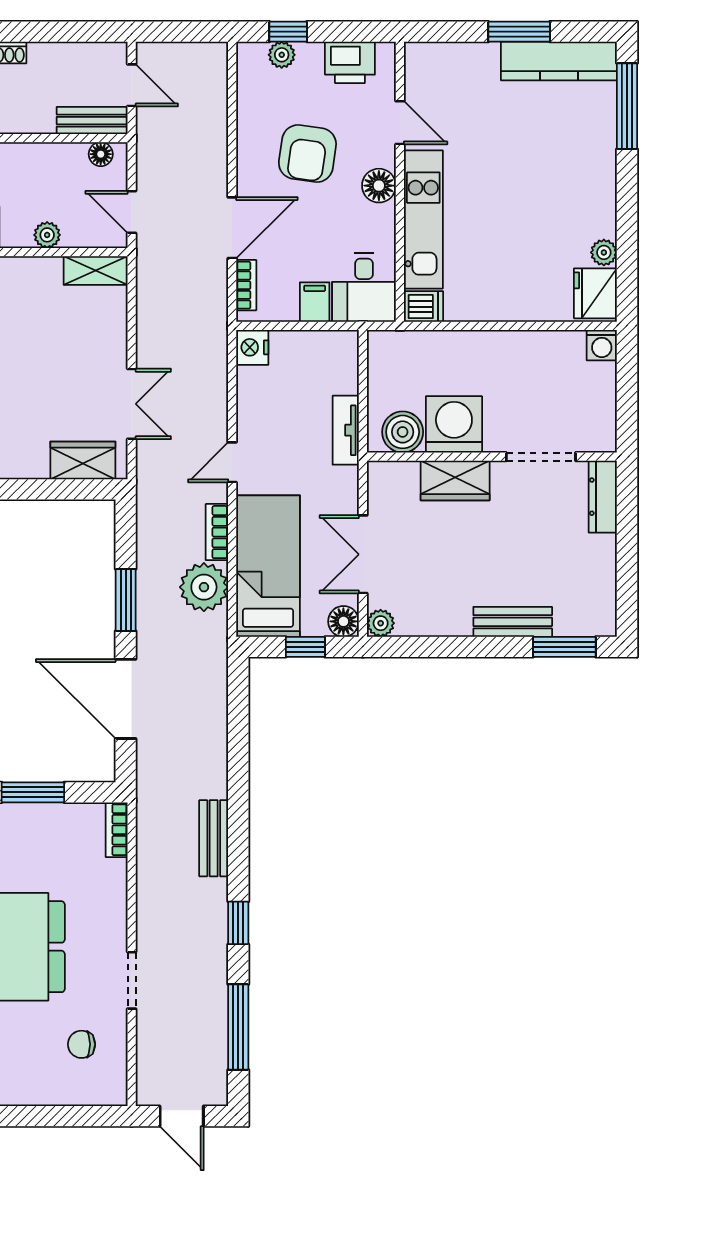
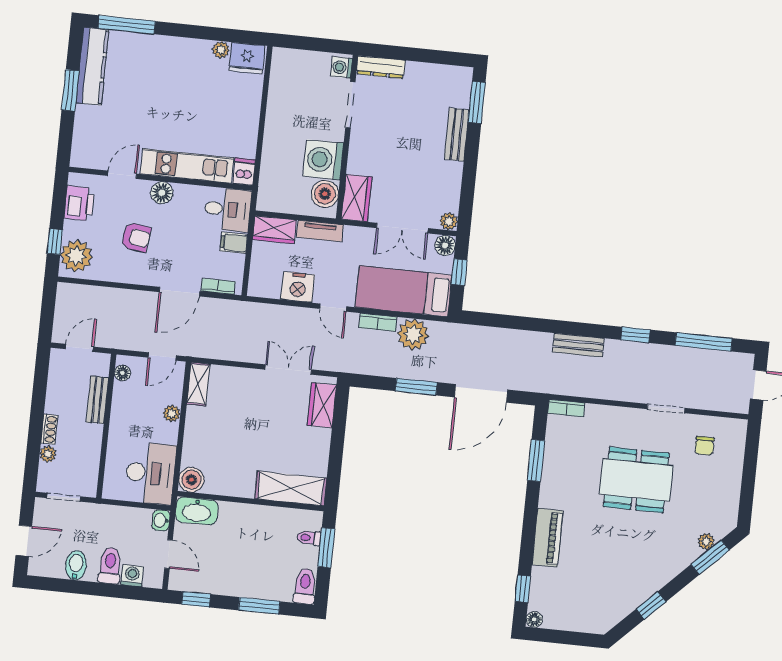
plant: (282, 55) -> (76, 256), width x1.88, depth x1.88
bench: (92, 121) -> (97, 400), moved
armchair: (307, 154) -> (136, 237), width x0.72, depth x0.72
door: (232, 228) -> (179, 292), swing flipped
washing machine: (602, 345) -> (341, 67), moved, turned 180
nightstand: (252, 347) -> (298, 287), moved, width x1.36, depth x1.33
wardrobe: (341, 361) -> (274, 230), added
wardrobe: (455, 481) -> (357, 198), moved

